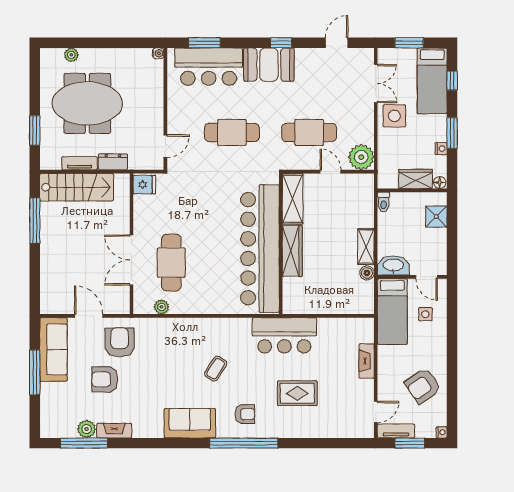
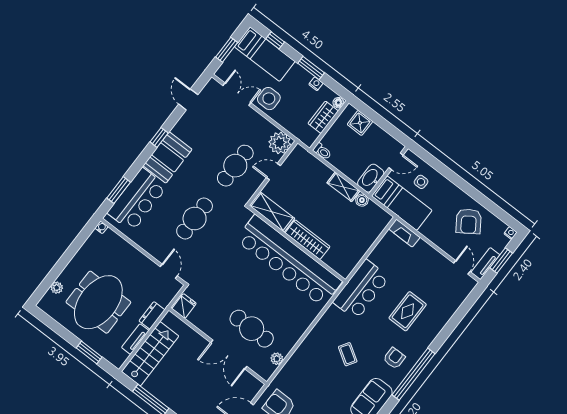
fireplace: (367, 361) -> (404, 233), moved

